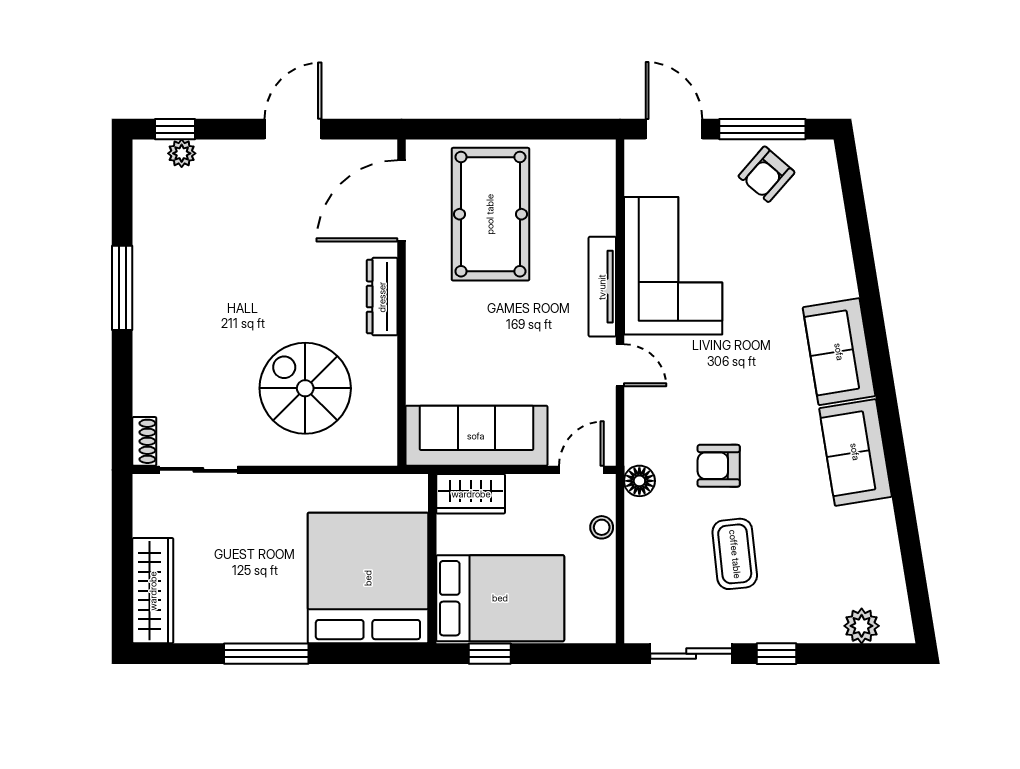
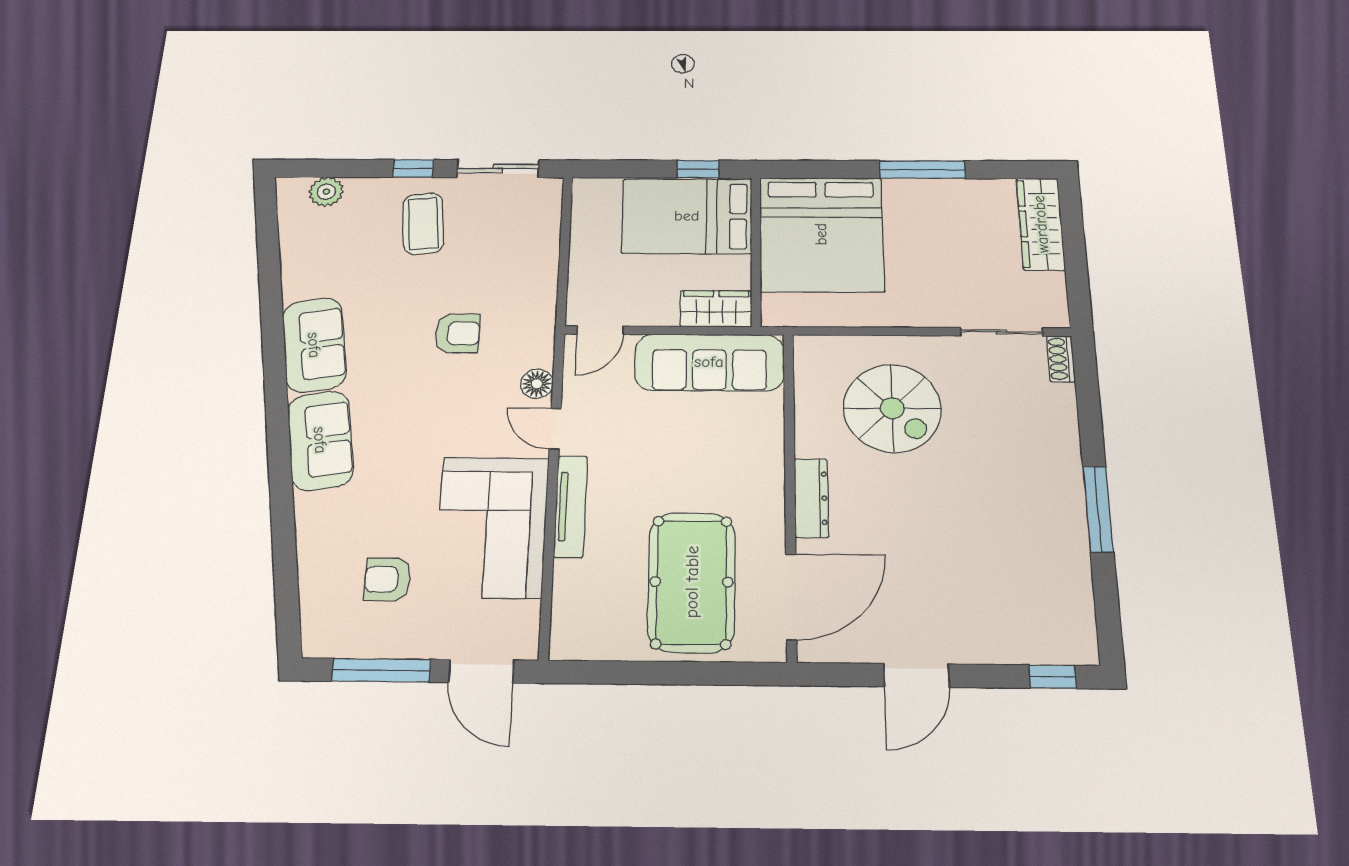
plant: (182, 153) -> (1043, 650), removed
armchair: (767, 174) -> (388, 579), moved, turned -131
floor lamp: (639, 481) -> (537, 384), moved
stool: (602, 527) -> (582, 278), removed
coffee table: (735, 554) -> (423, 224), moved

